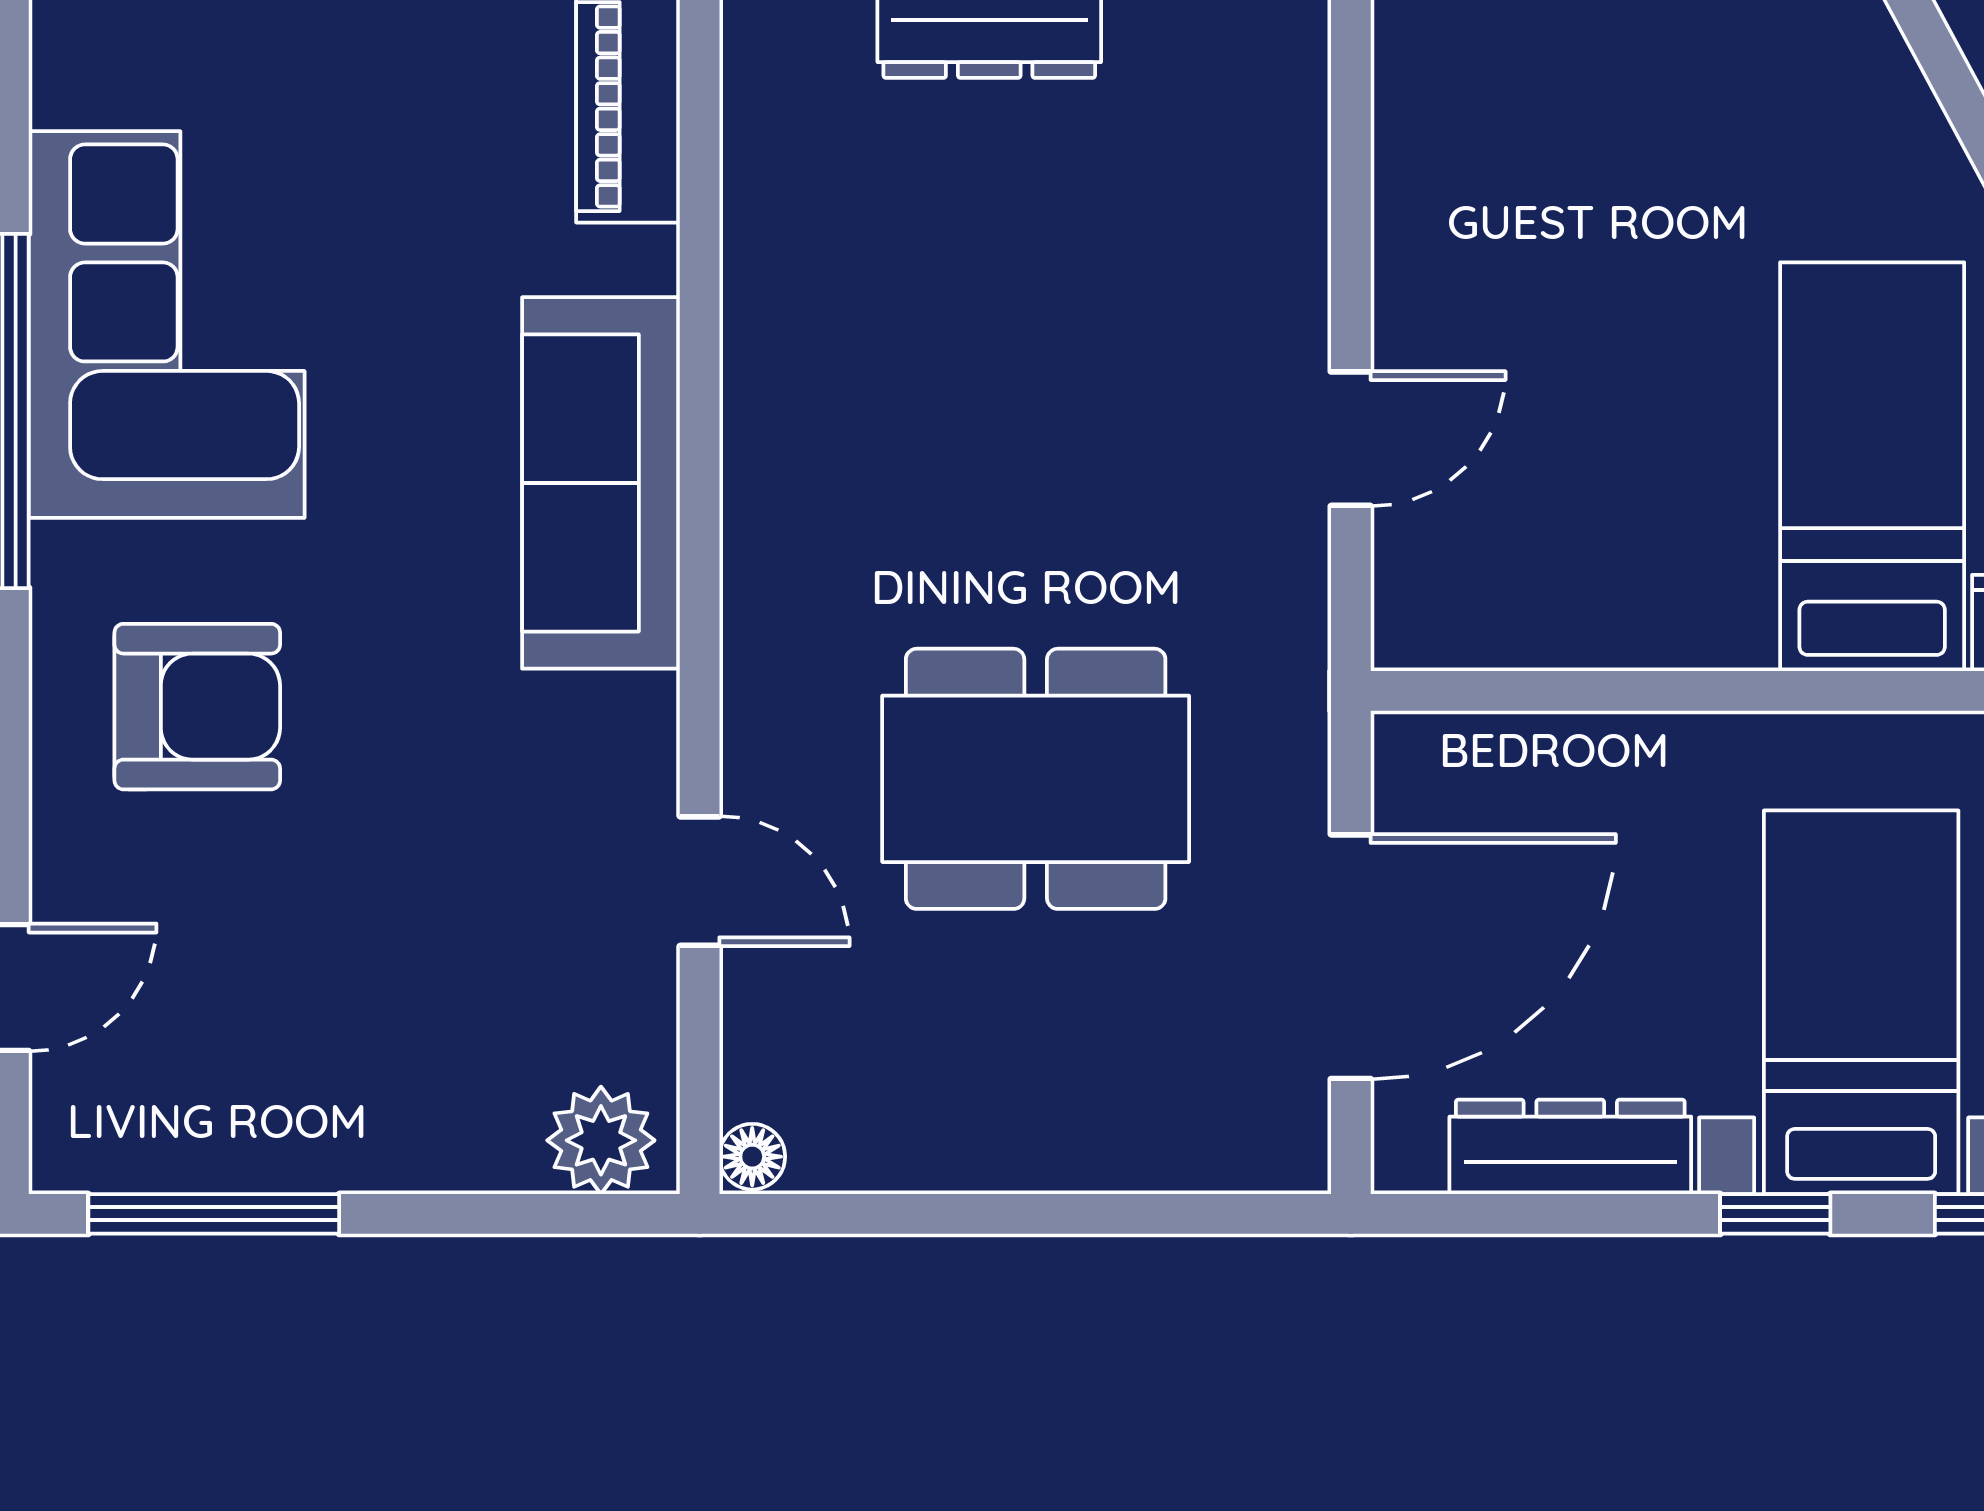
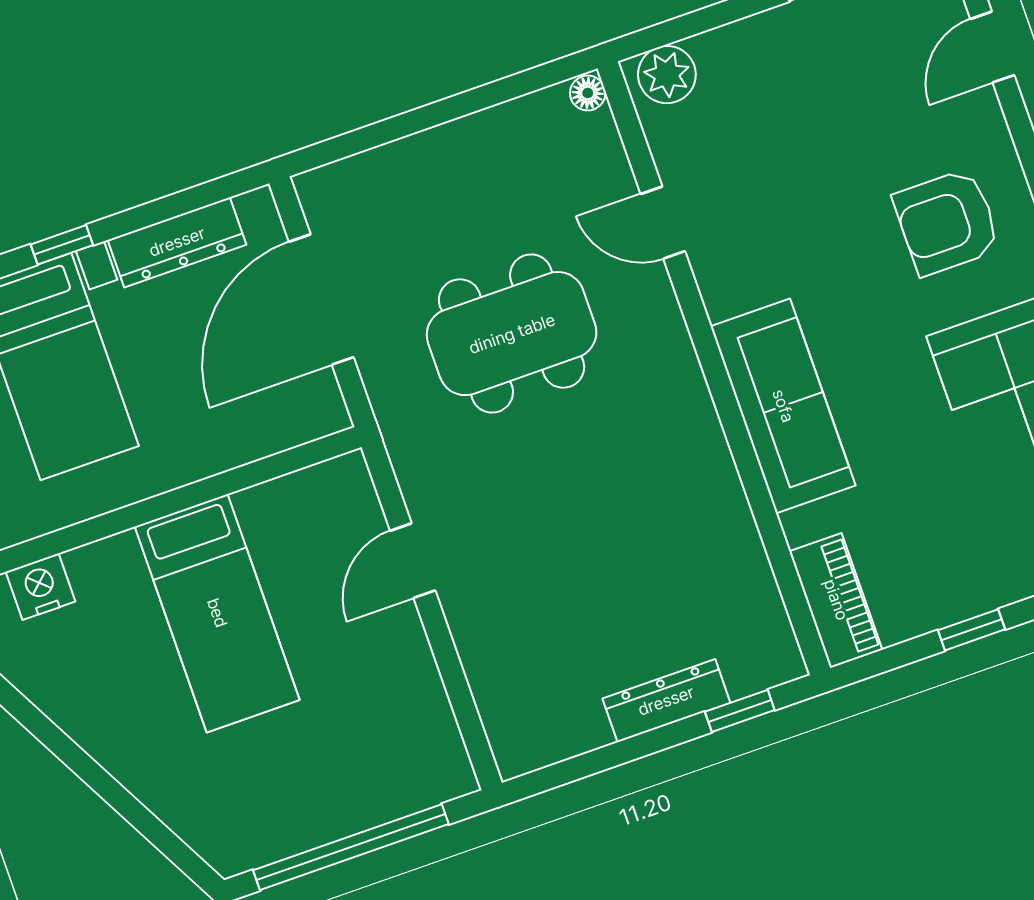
bed: (1872, 467) -> (217, 613), moved

